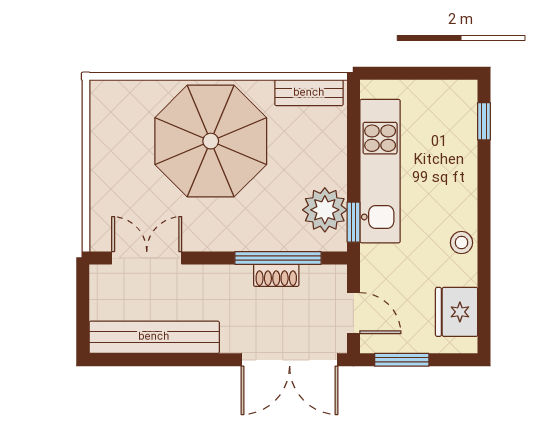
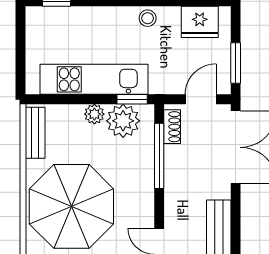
plant: (334, 172) -> (94, 114), added
shoe rack: (276, 275) -> (172, 127), moved

